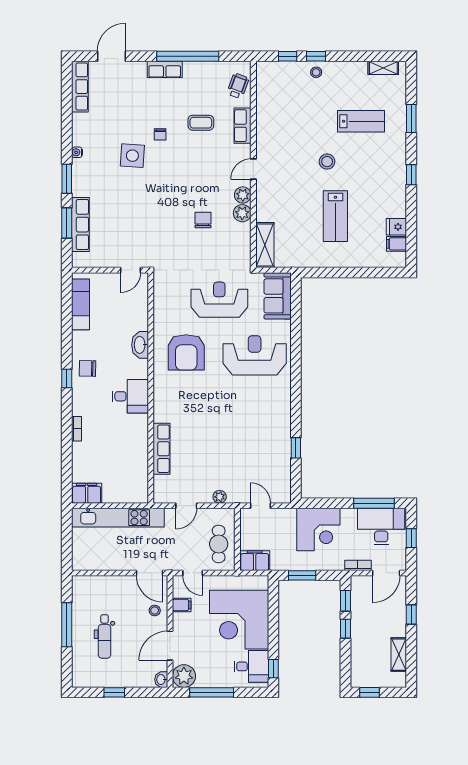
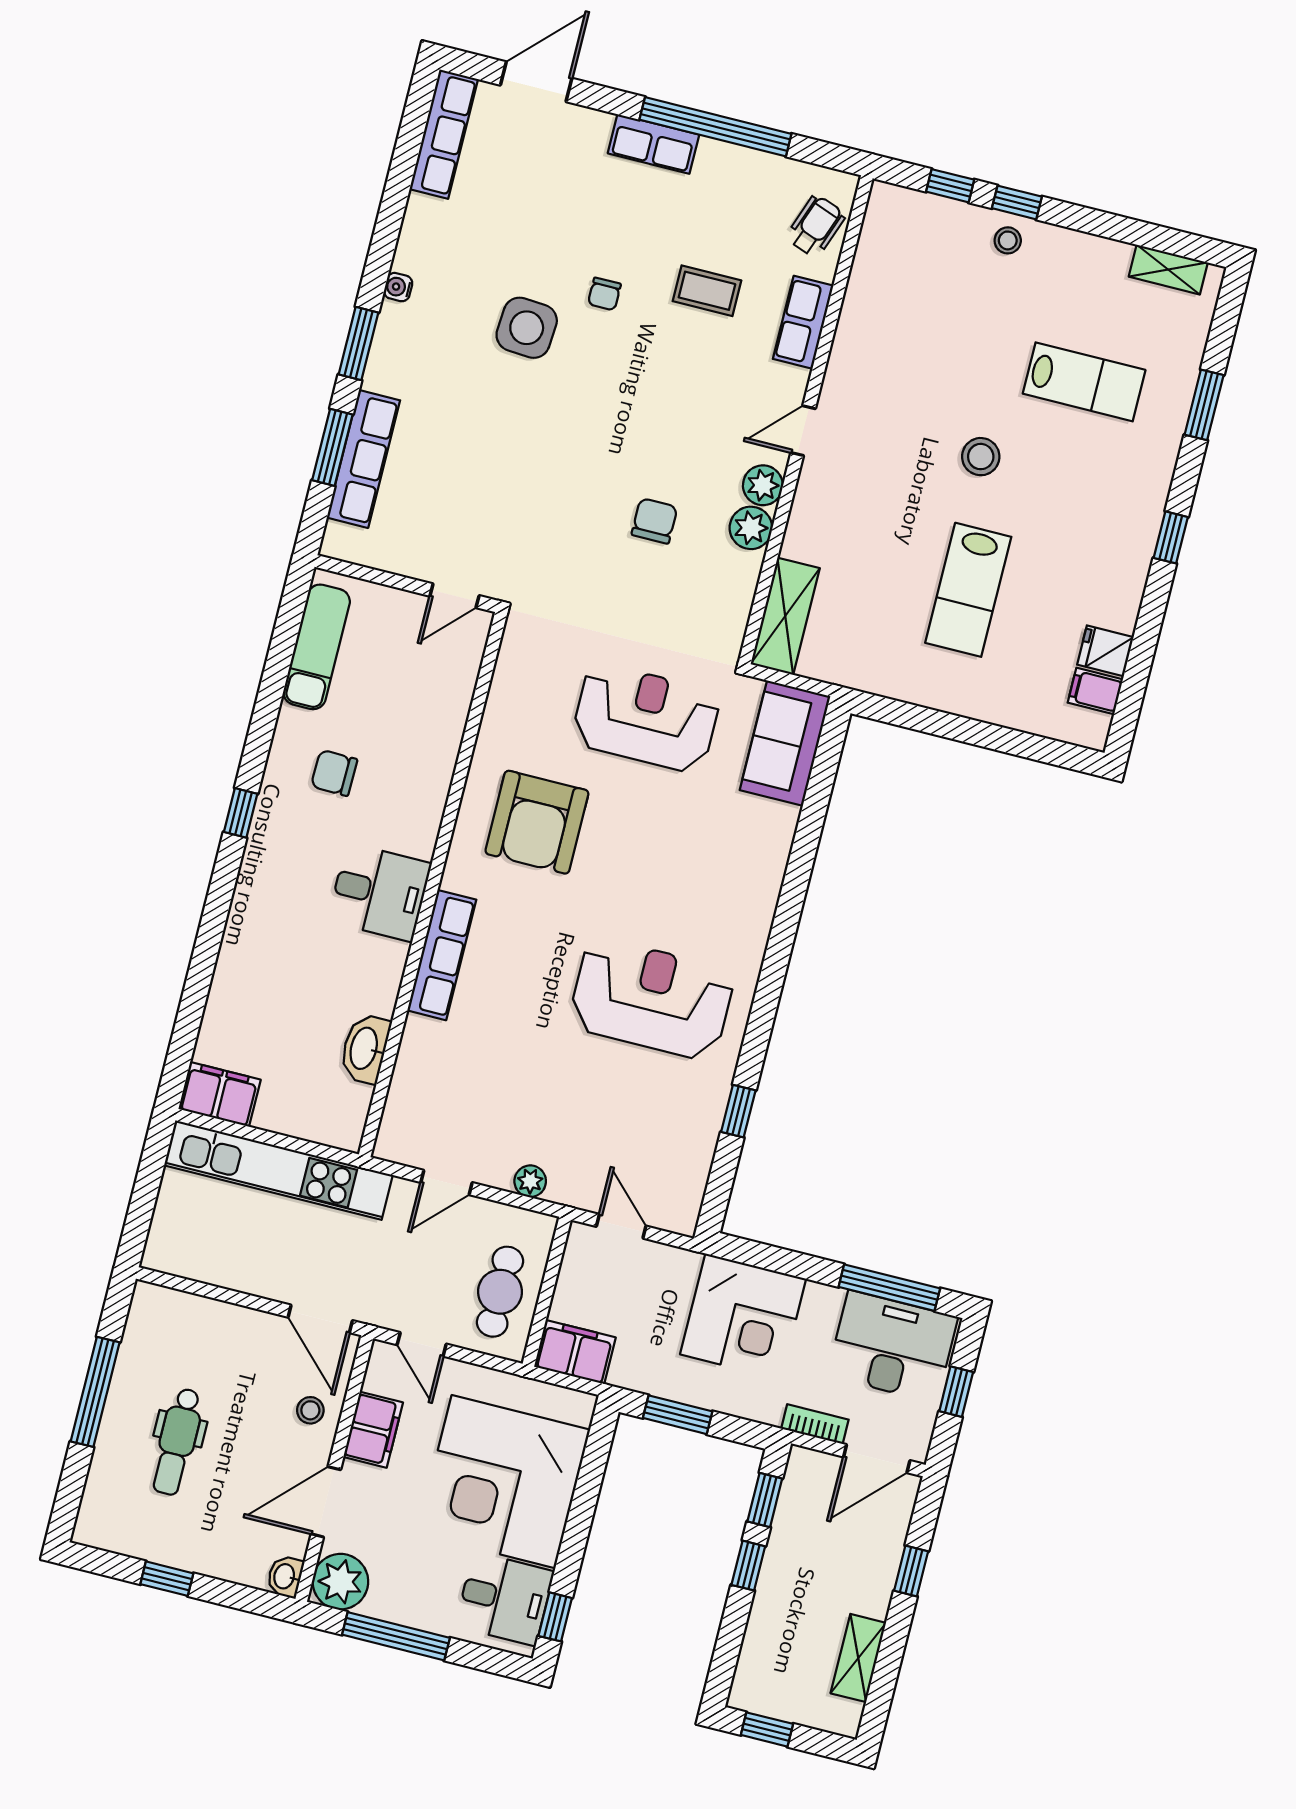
washbasin: (140, 345) -> (365, 1049), moved
reception desk: (255, 355) -> (652, 999), moved
chair: (87, 368) -> (334, 773), moved
bookcase: (76, 429) -> (234, 937), removed
row of seats: (162, 449) -> (442, 955), moved
filing cabinet: (182, 605) -> (373, 1430), width x2.00

